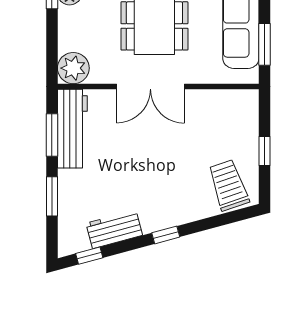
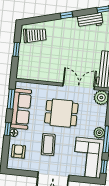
double door: (150, 87) -> (79, 86), moved
trolley: (228, 185) -> (35, 35), turned -81

